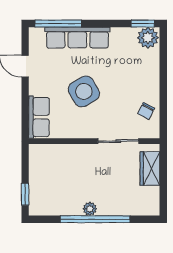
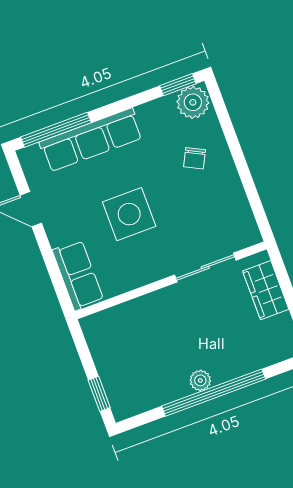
side table: (84, 91) -> (129, 214), turned 30
chair: (146, 111) -> (195, 158), moved

